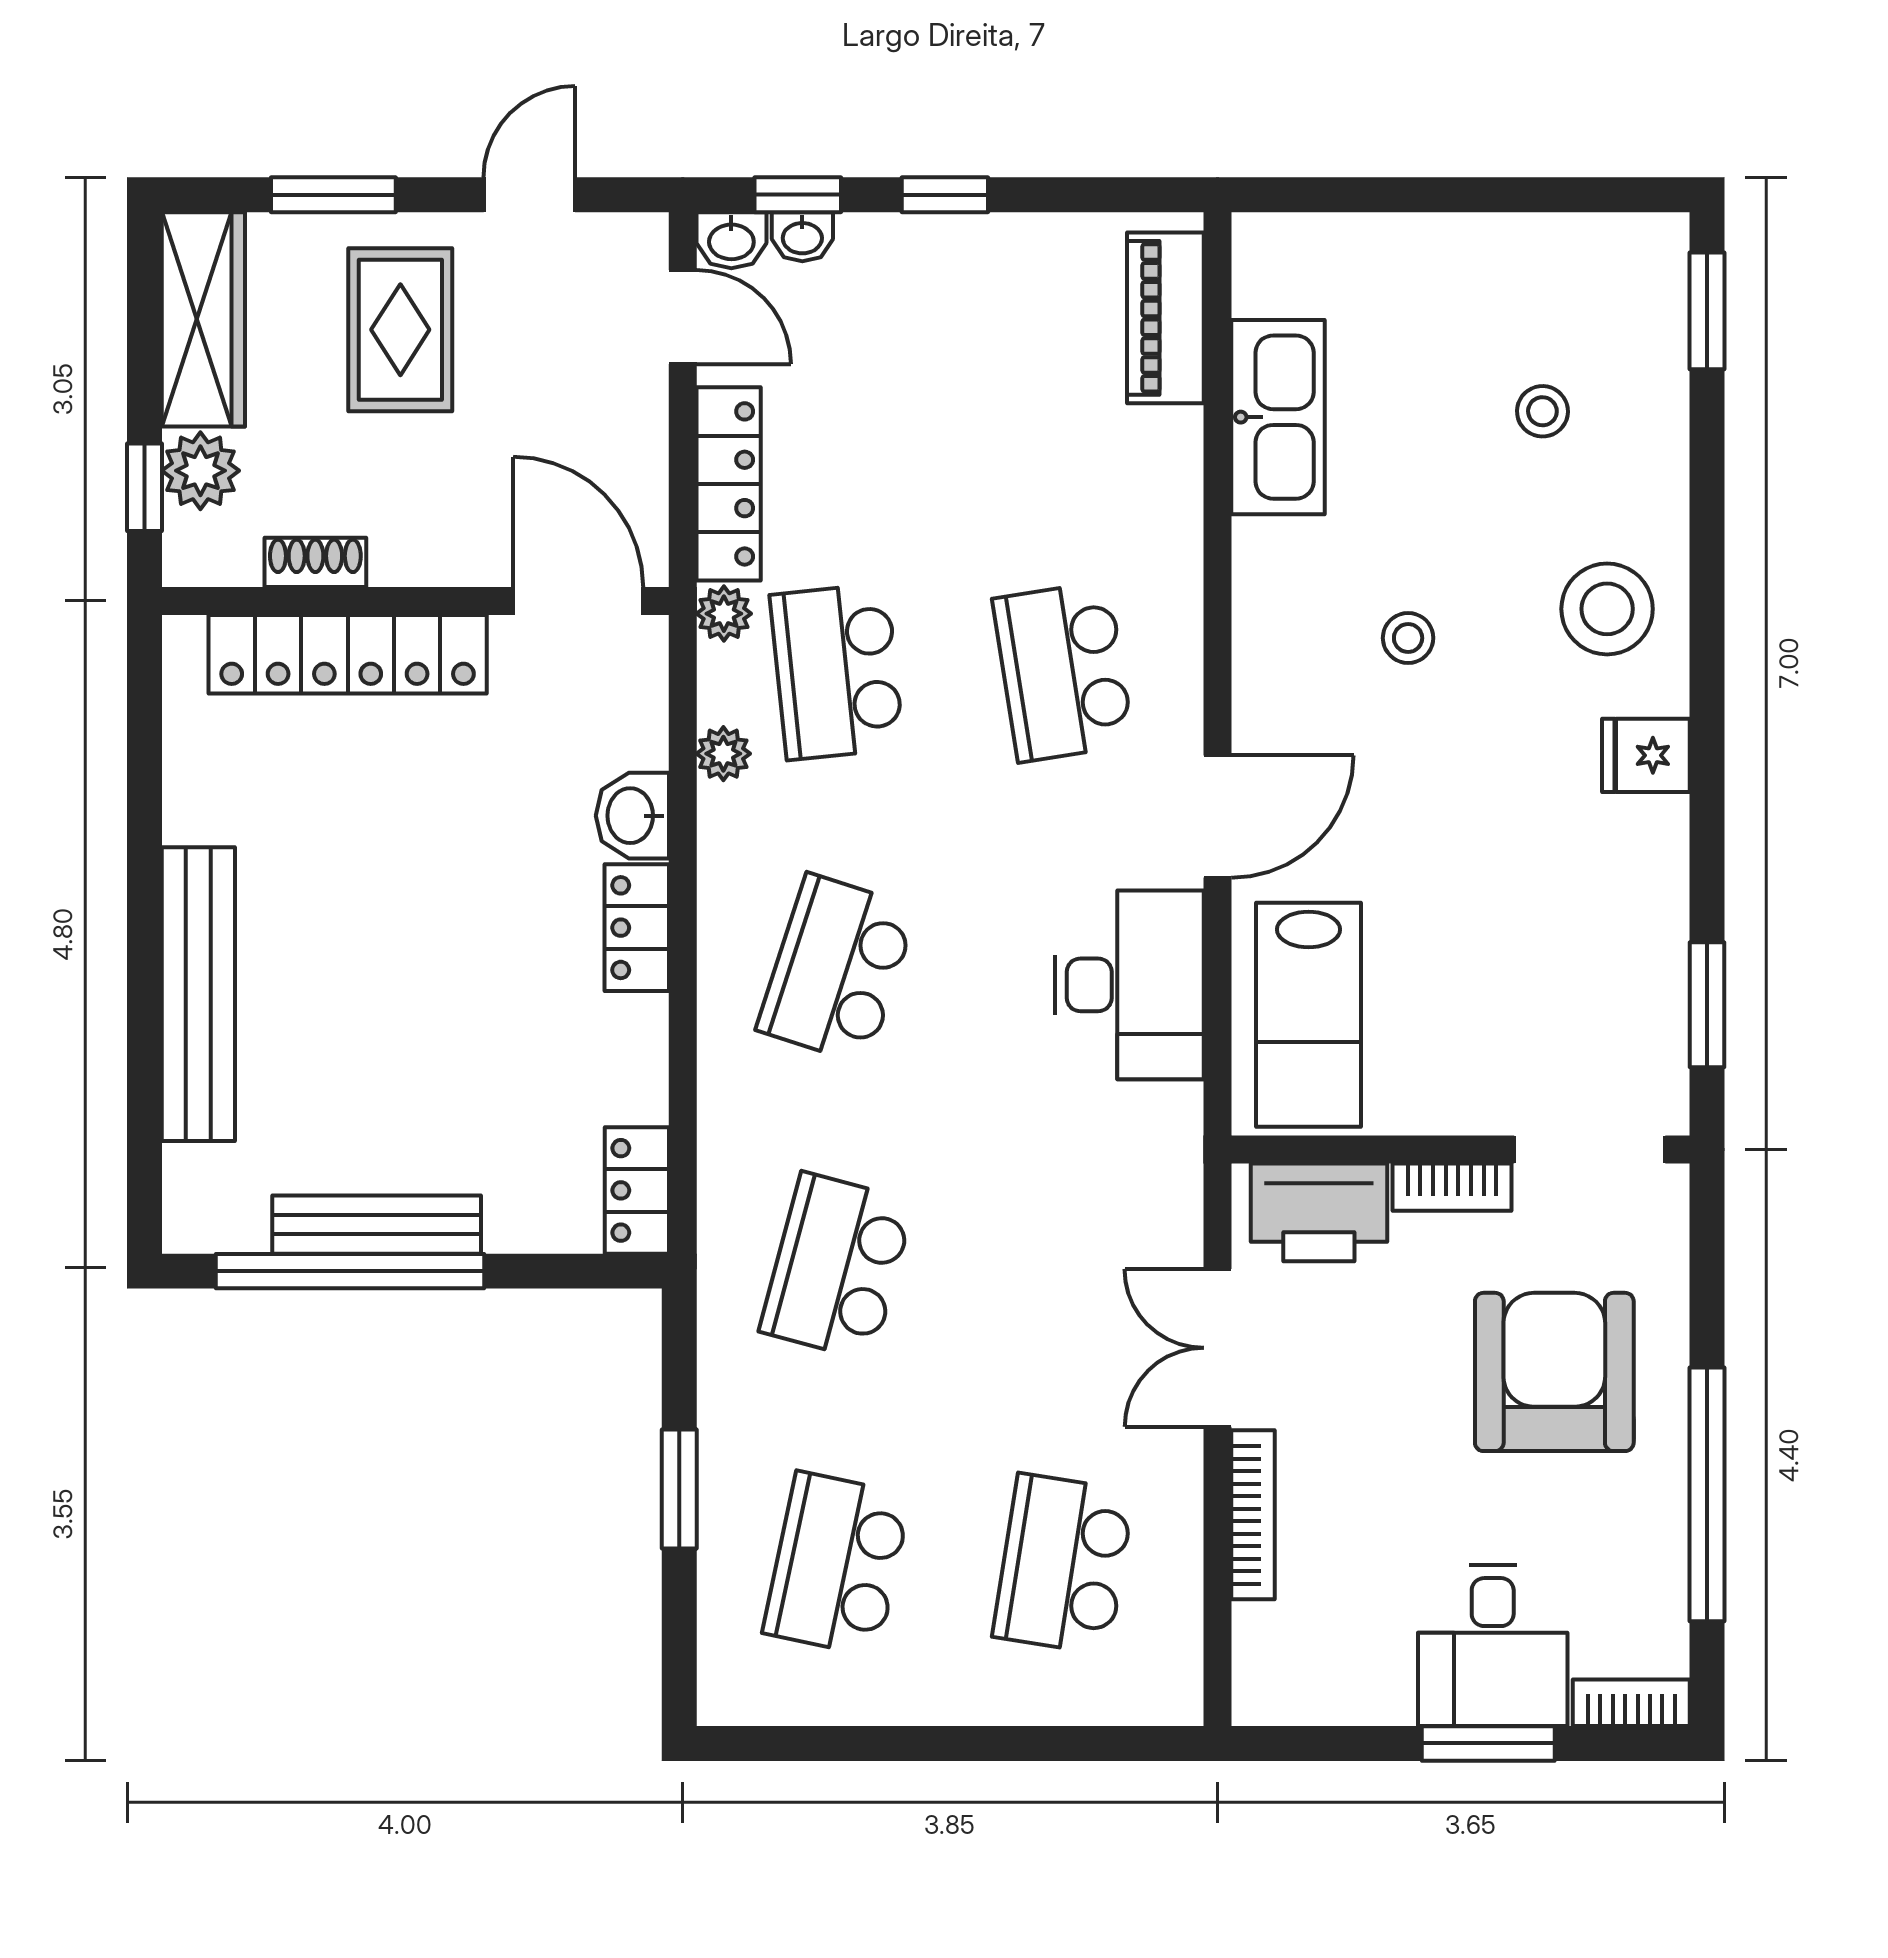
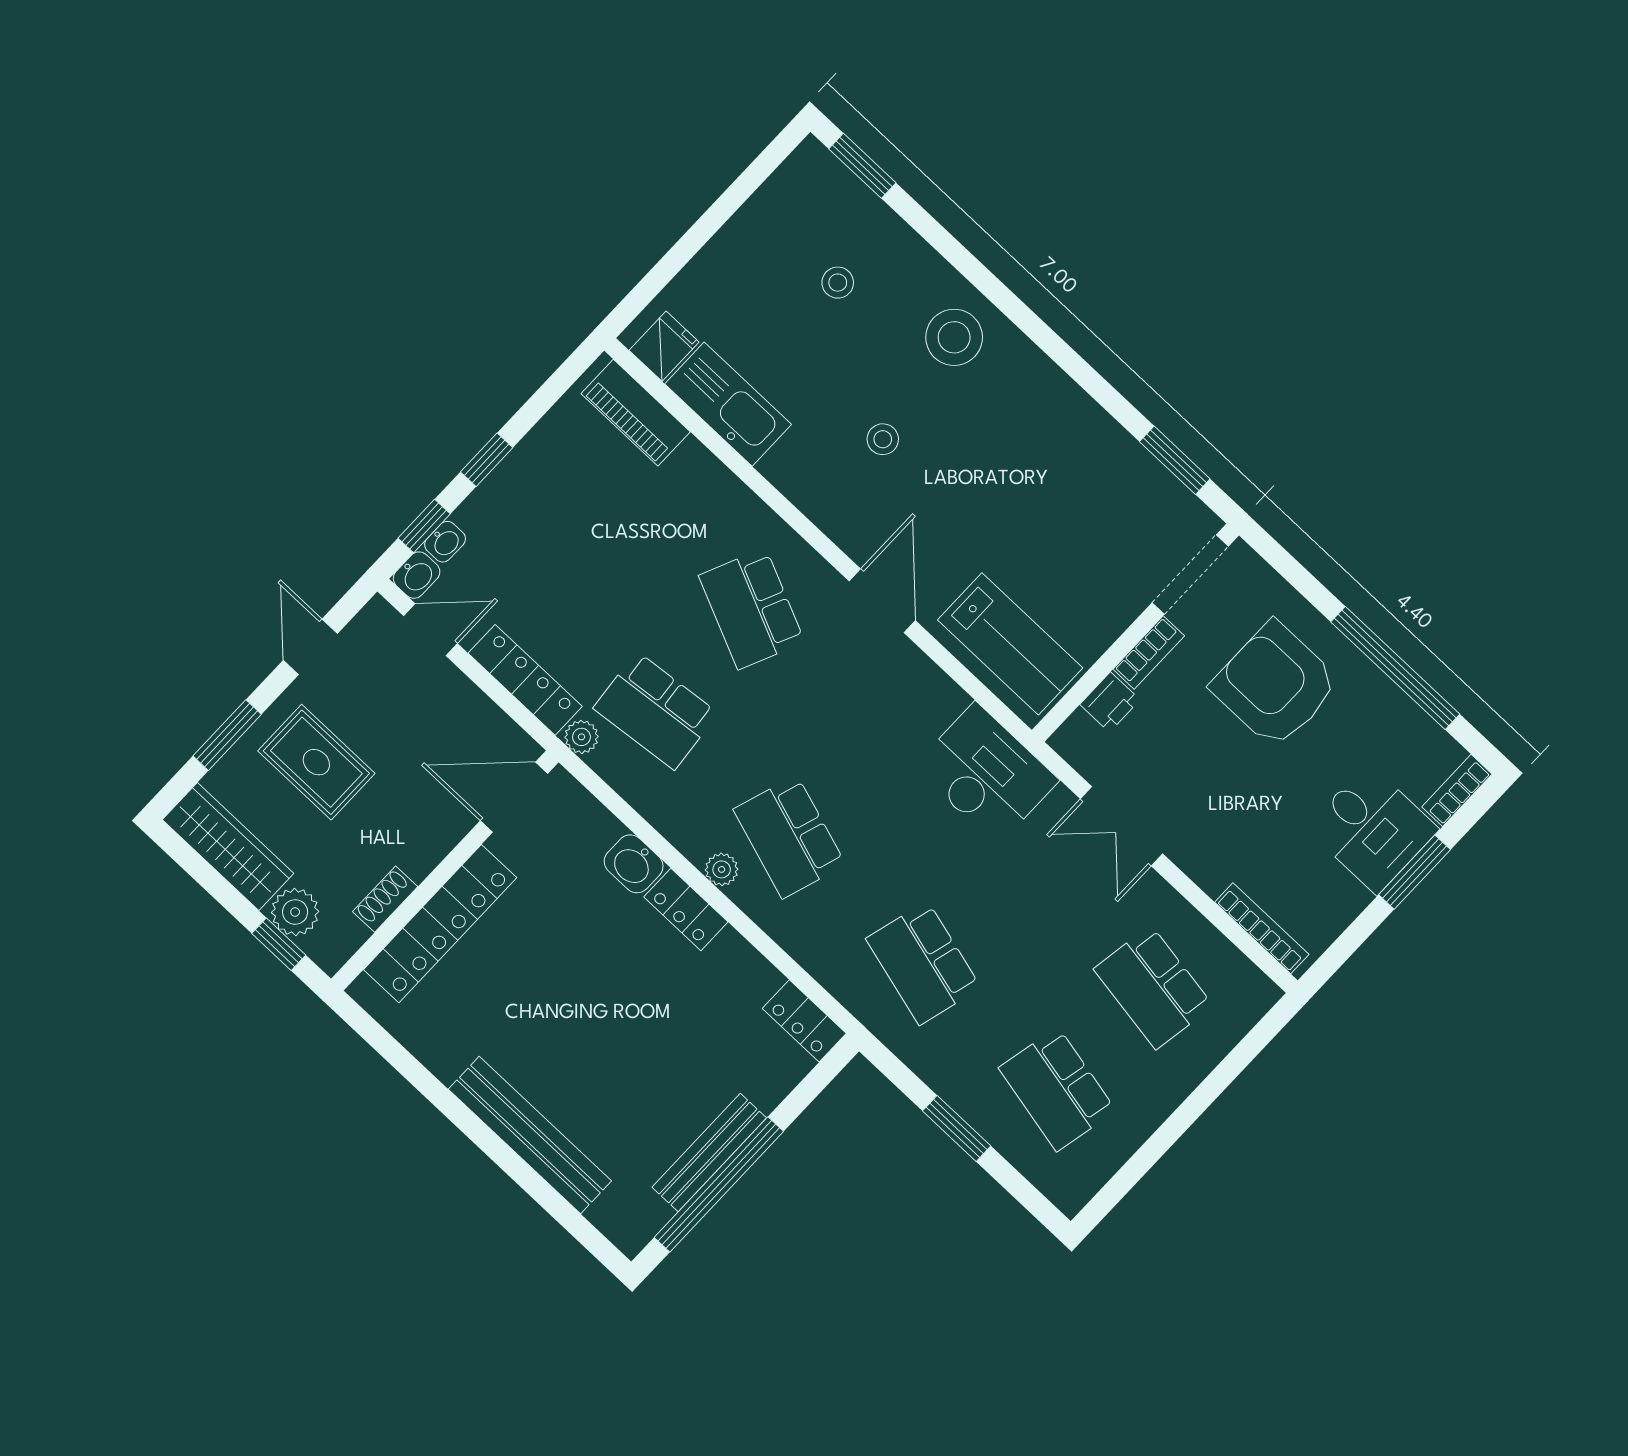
school desk: (1063, 672) -> (752, 609), turned 33
plant: (723, 754) -> (722, 869), moved
fridge: (1646, 755) -> (664, 346), moved, turned 180
desk: (1129, 985) -> (986, 774), moved
printer: (1319, 1212) -> (1110, 702), width x0.53, depth x0.68
bookcase: (1253, 1515) -> (1262, 928), moved

